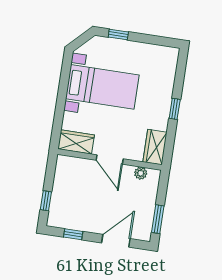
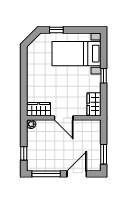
bed with nightstands: (102, 87) -> (76, 54), moved, turned 180
plant: (141, 173) -> (31, 124), moved
window: (73, 234) -> (46, 174), width x2.17

